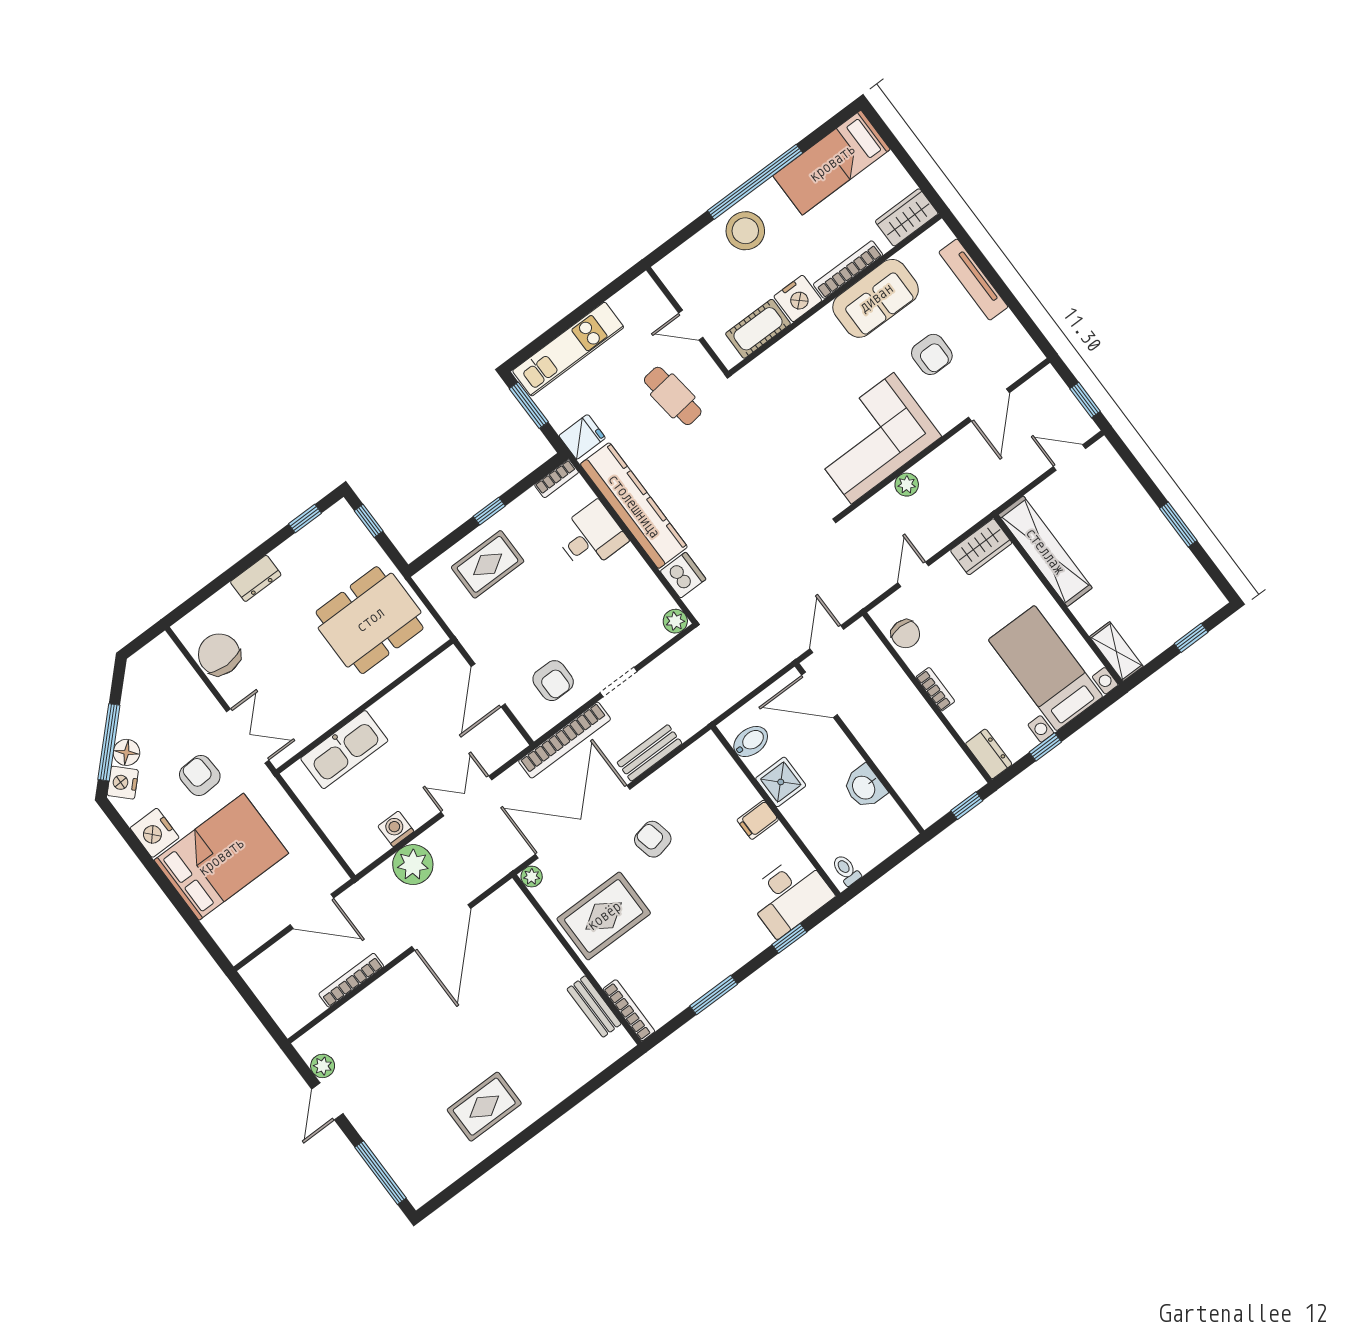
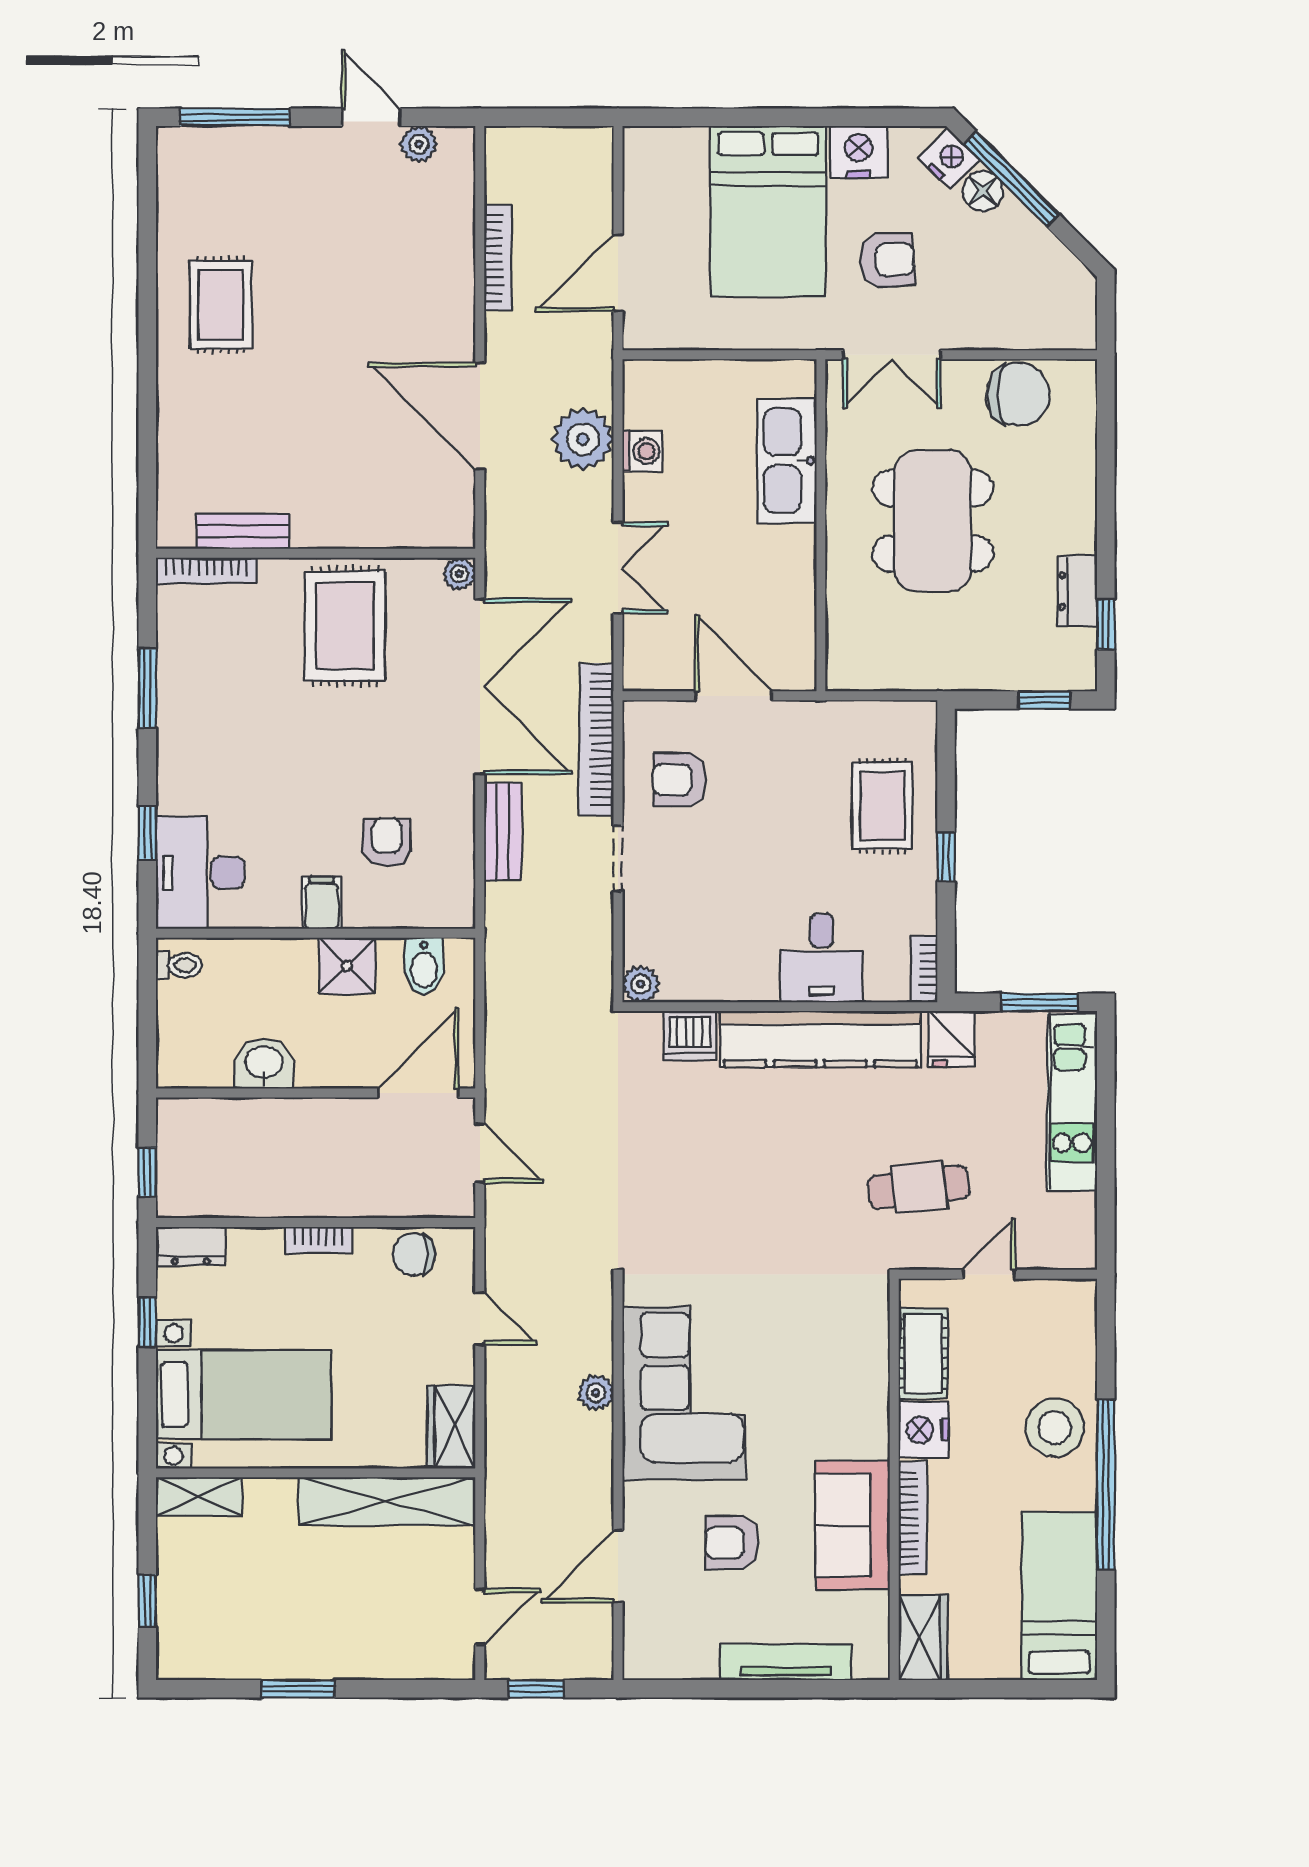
door: (989, 405) -> (618, 1566), hinge flipped
dresser: (256, 578) -> (1078, 591), moved
dining table: (370, 620) -> (933, 521), moved
armchair: (653, 839) -> (387, 842), moved, turned -78

